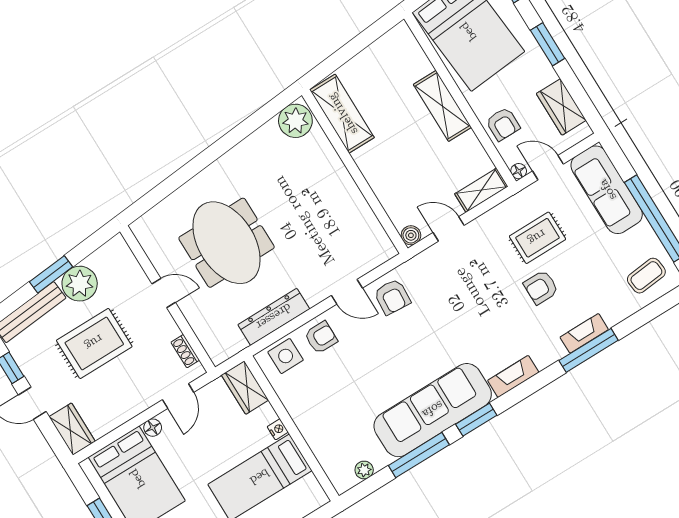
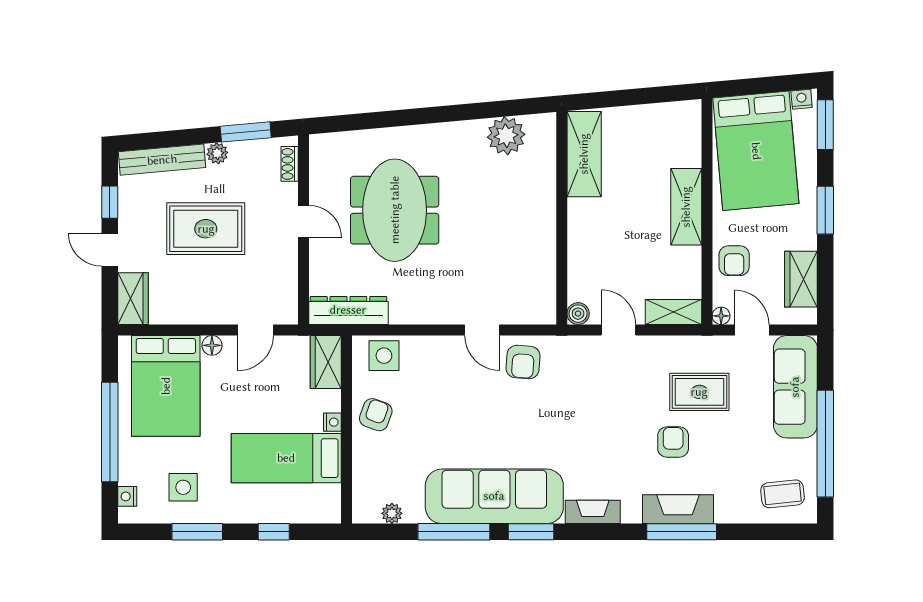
plant: (295, 121) -> (506, 136), moved
window: (51, 274) -> (246, 132), moved
plant: (80, 284) -> (217, 153), width x0.53, depth x0.53
armchair: (541, 287) -> (673, 442), turned 90
dresser: (274, 317) -> (348, 310), moved
fireplace: (584, 333) -> (678, 509), width x1.37, depth x1.32
armchair: (321, 337) -> (376, 415), moved, turned -70
shoe rack: (185, 351) -> (290, 164), moved

